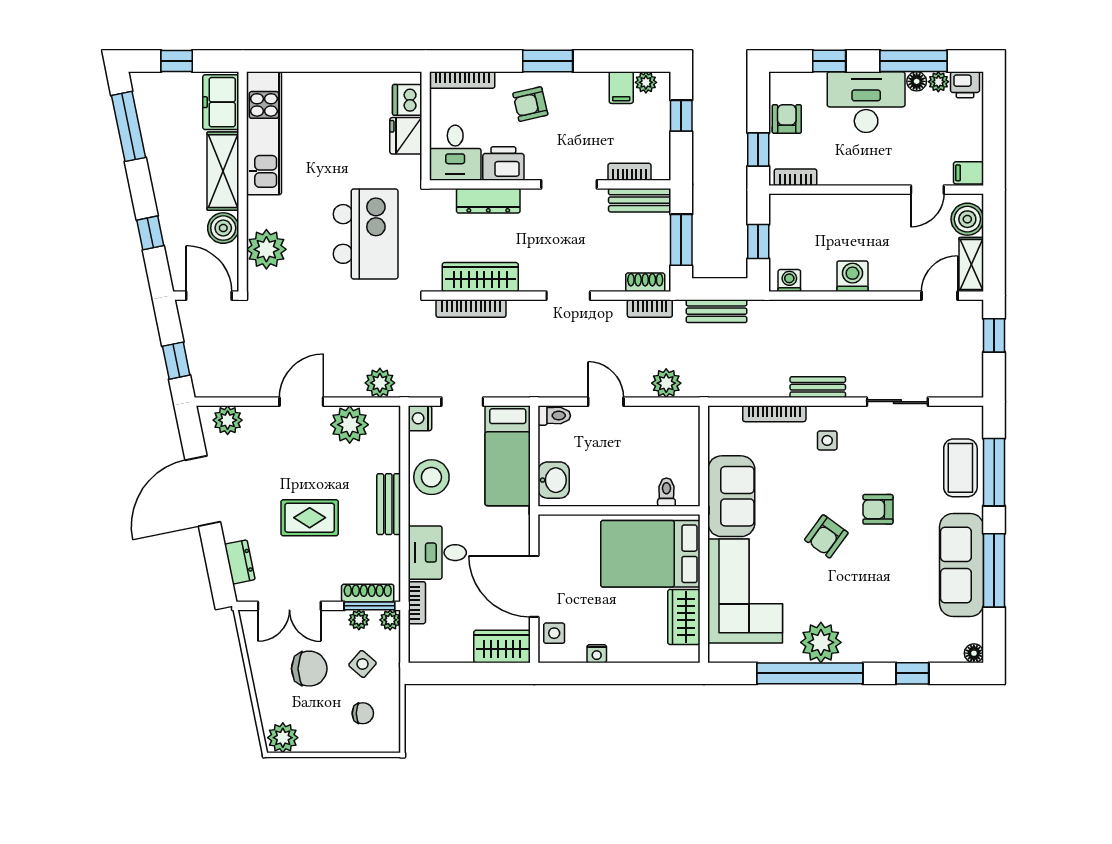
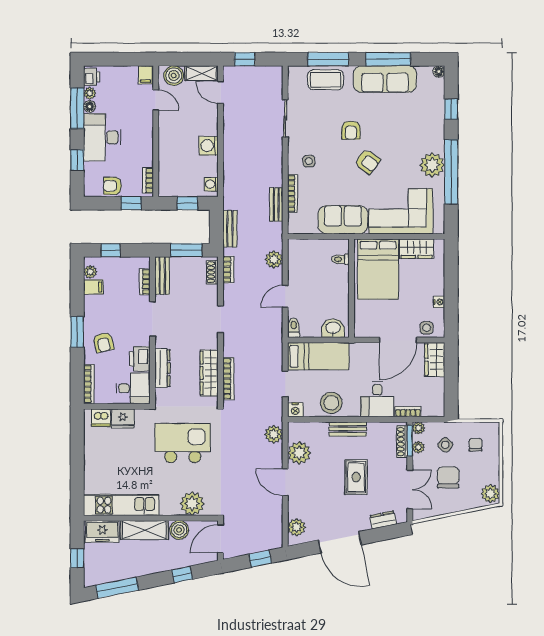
bench: (818, 387) -> (276, 204), moved

